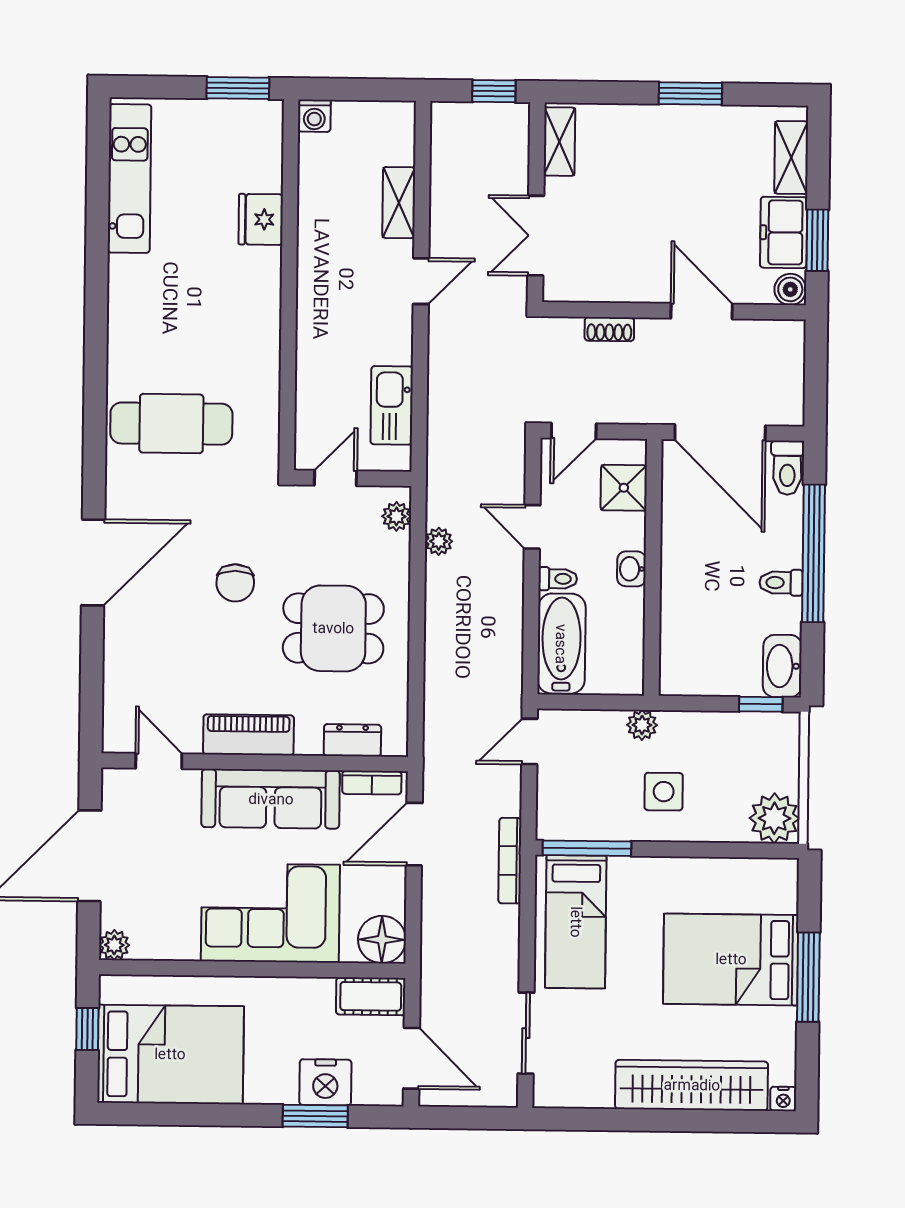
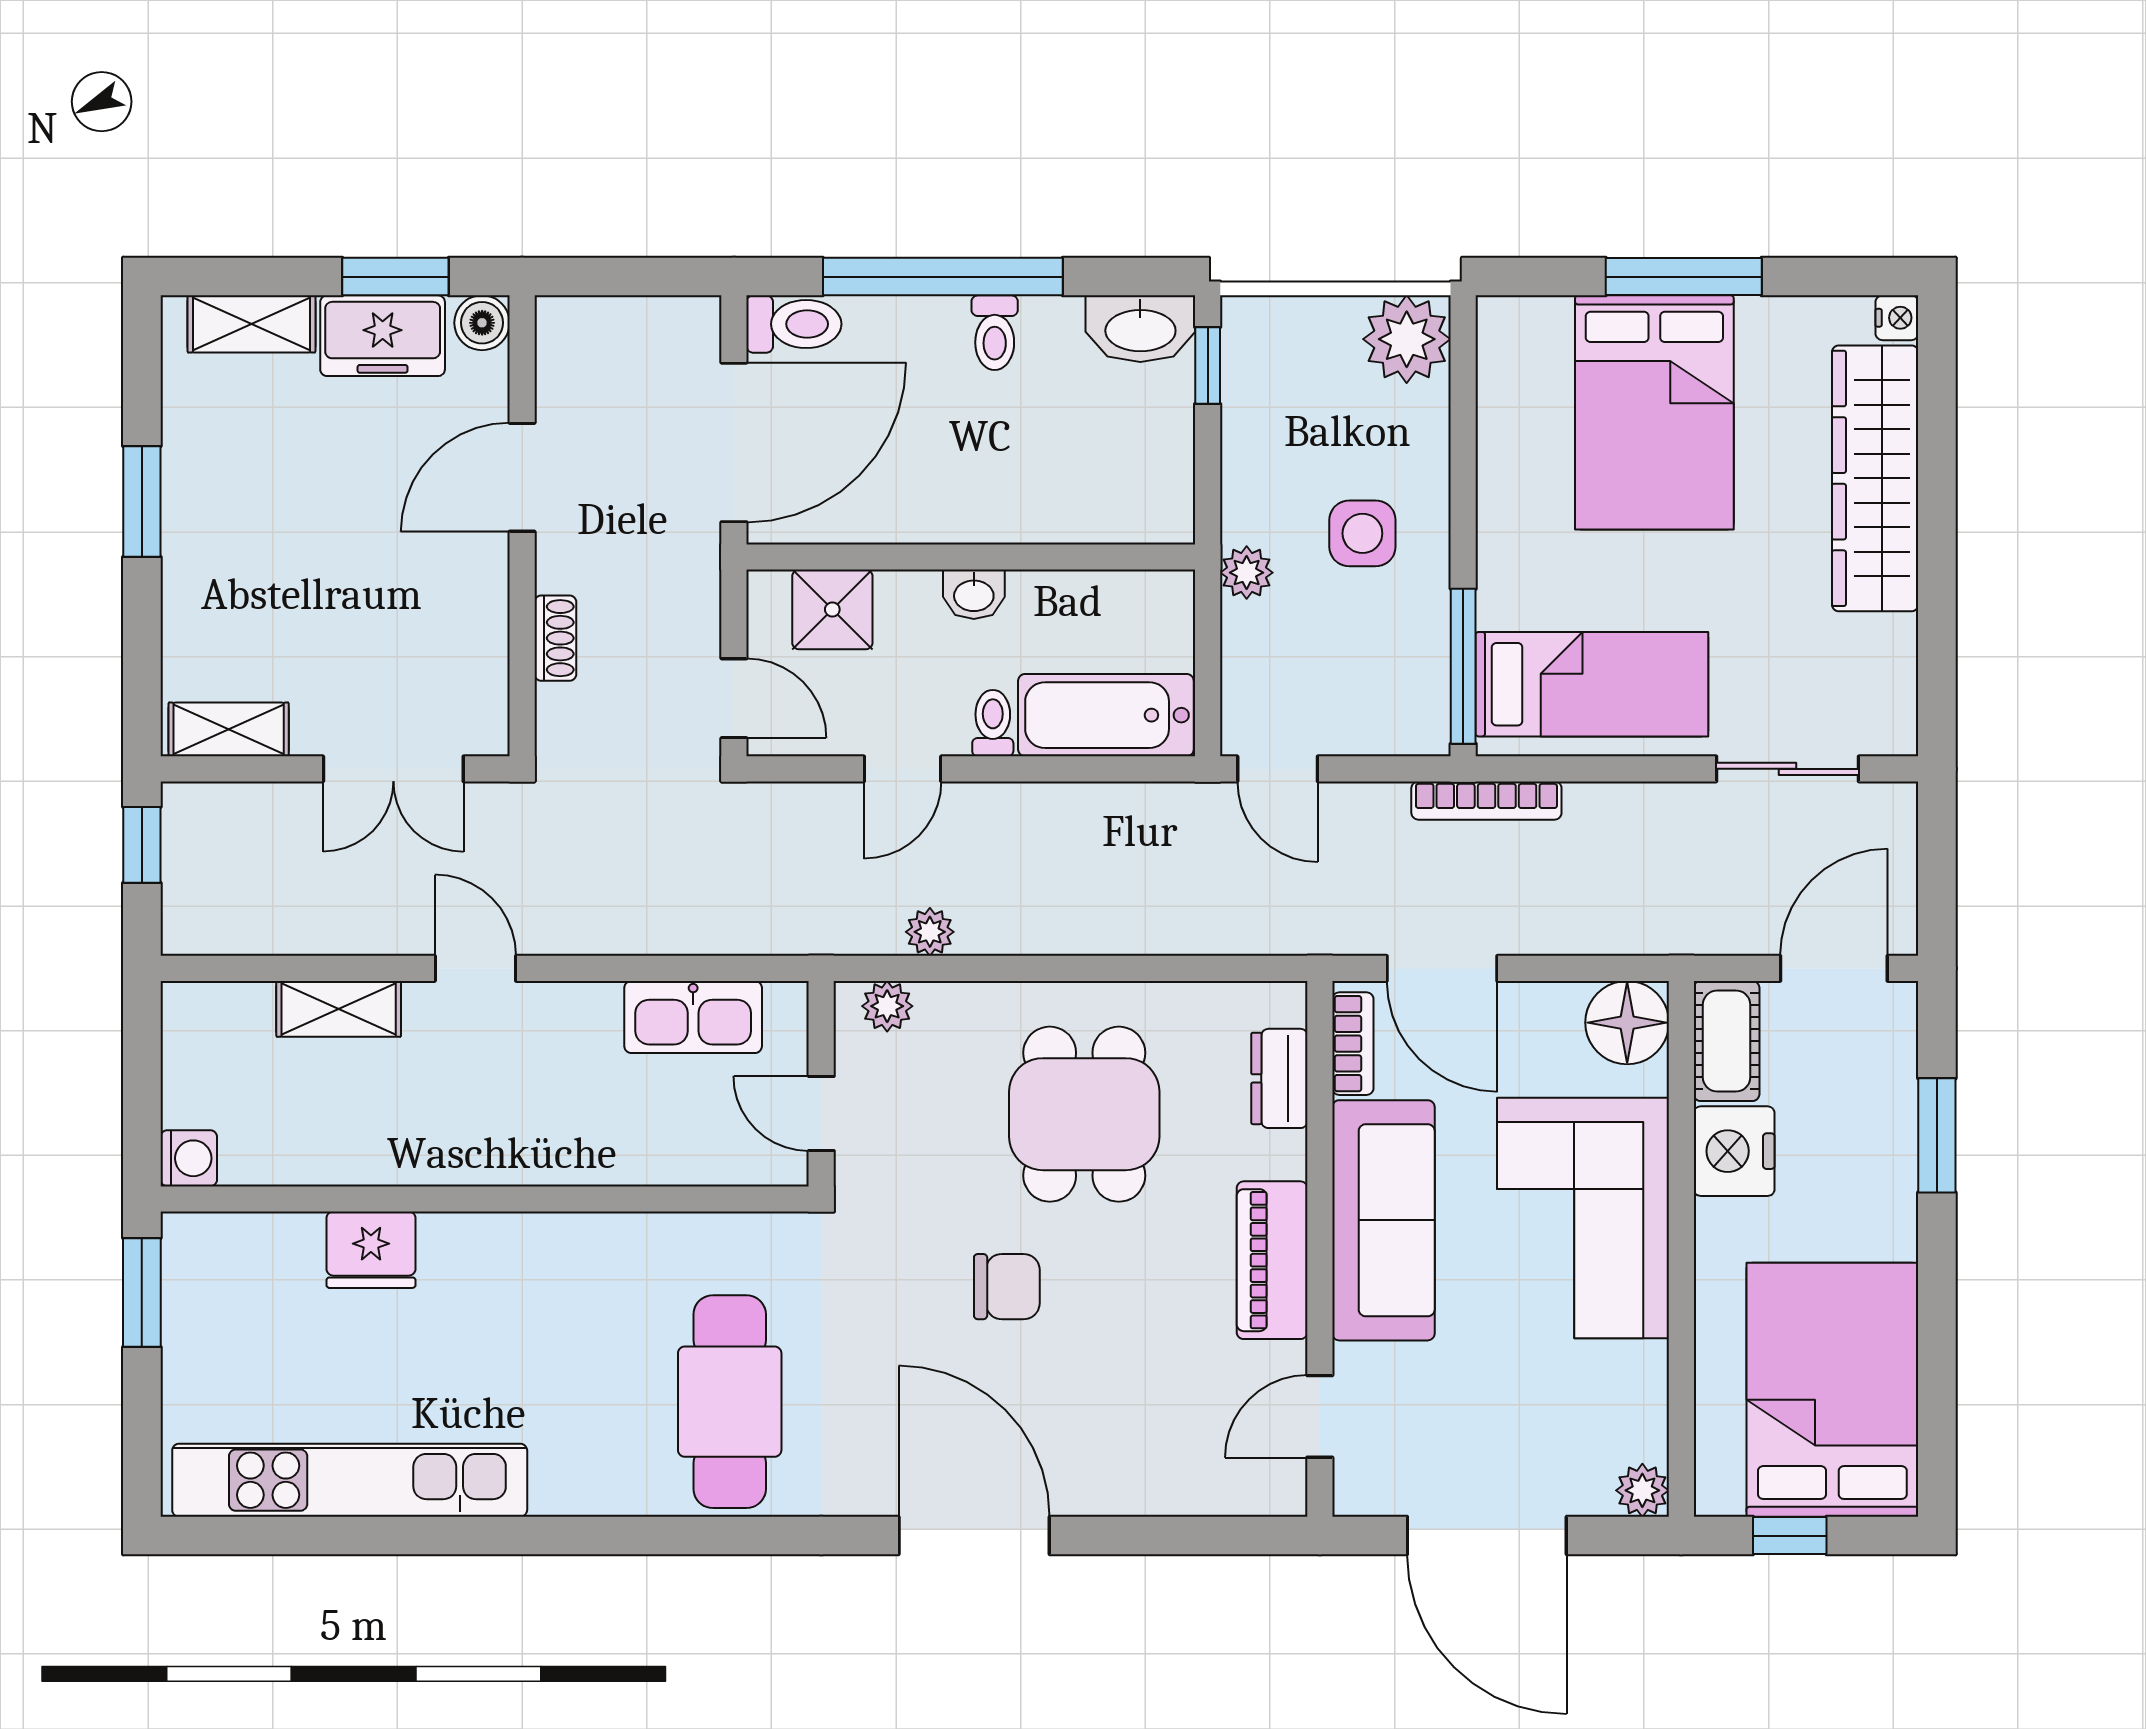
kitchen unit: (129, 179) -> (350, 1480), width x1.36
nightstand: (325, 1082) -> (1734, 1151), moved, turned 180

